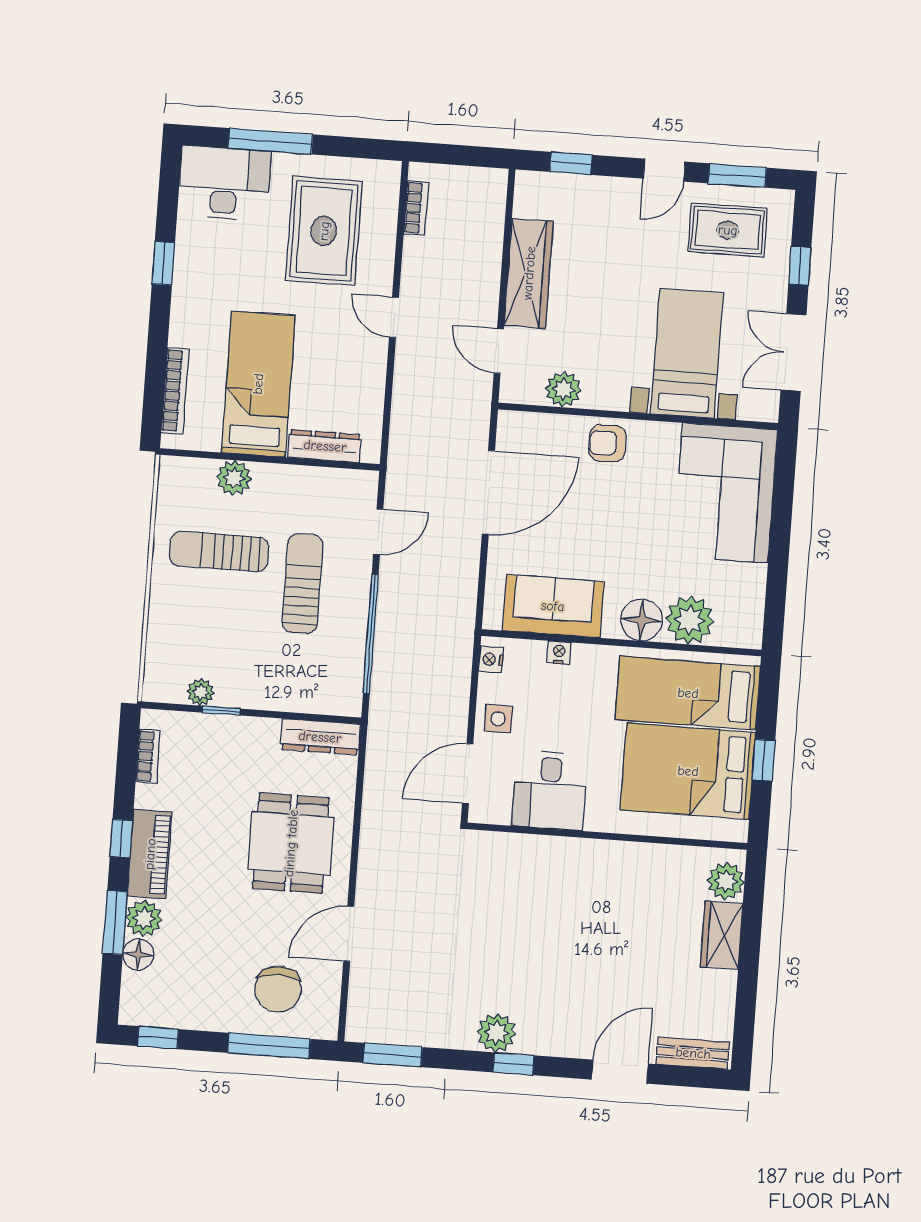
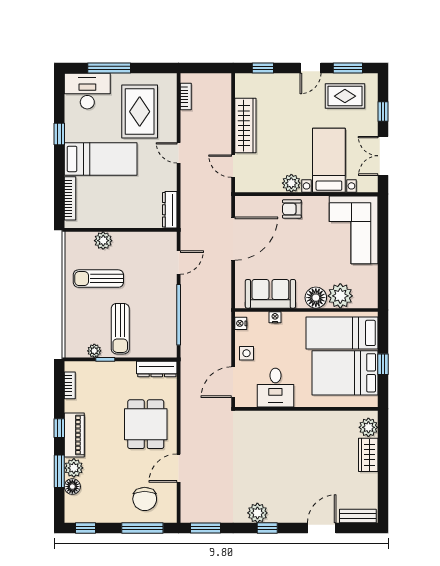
bed: (258, 384) -> (101, 159), moved, turned 90
plant: (563, 389) -> (291, 183), moved
dresser: (325, 446) -> (170, 210), moved, turned -90
sun lounger: (302, 584) -> (120, 329), moved, turned 180

